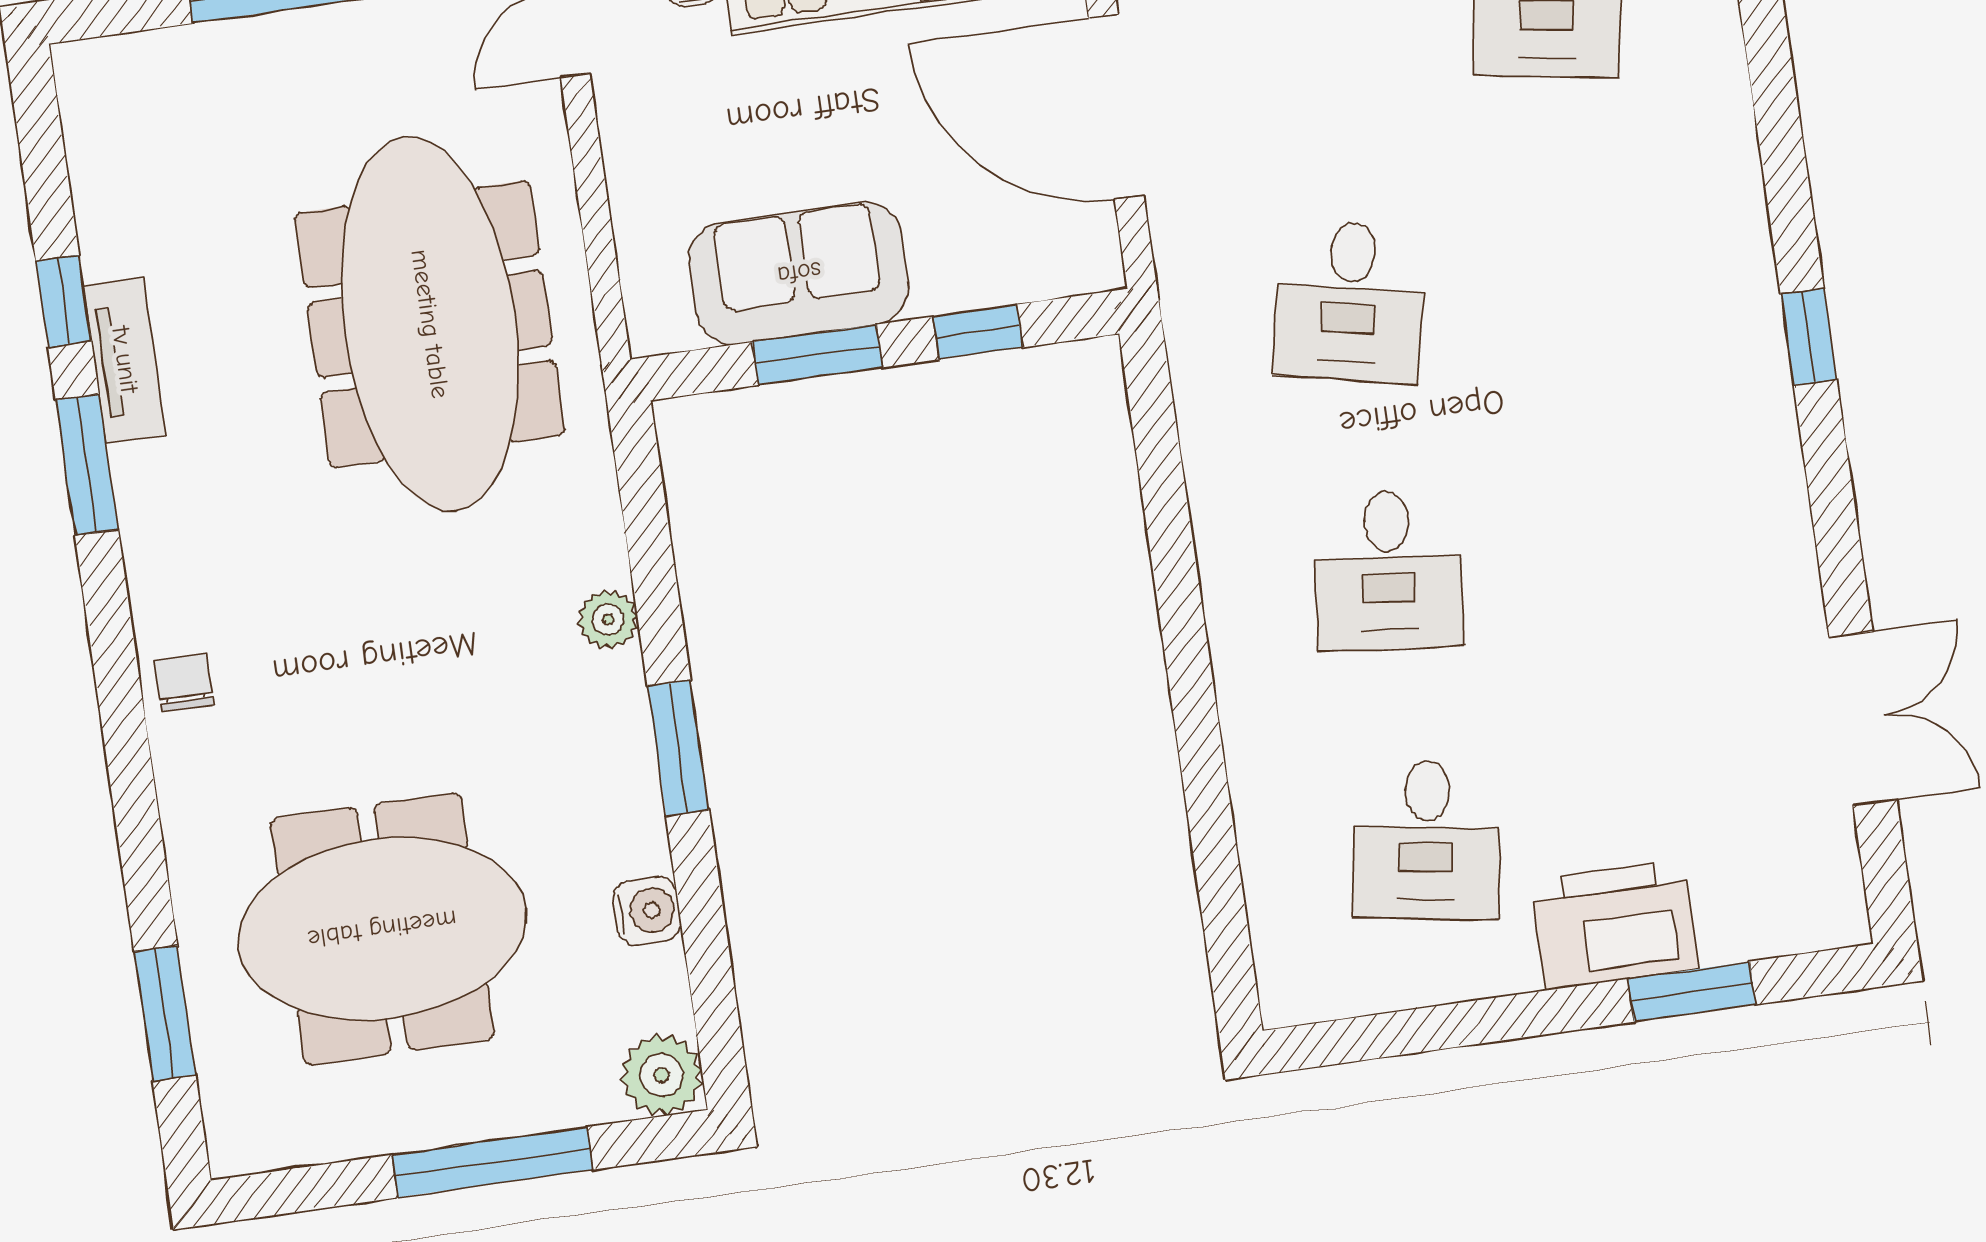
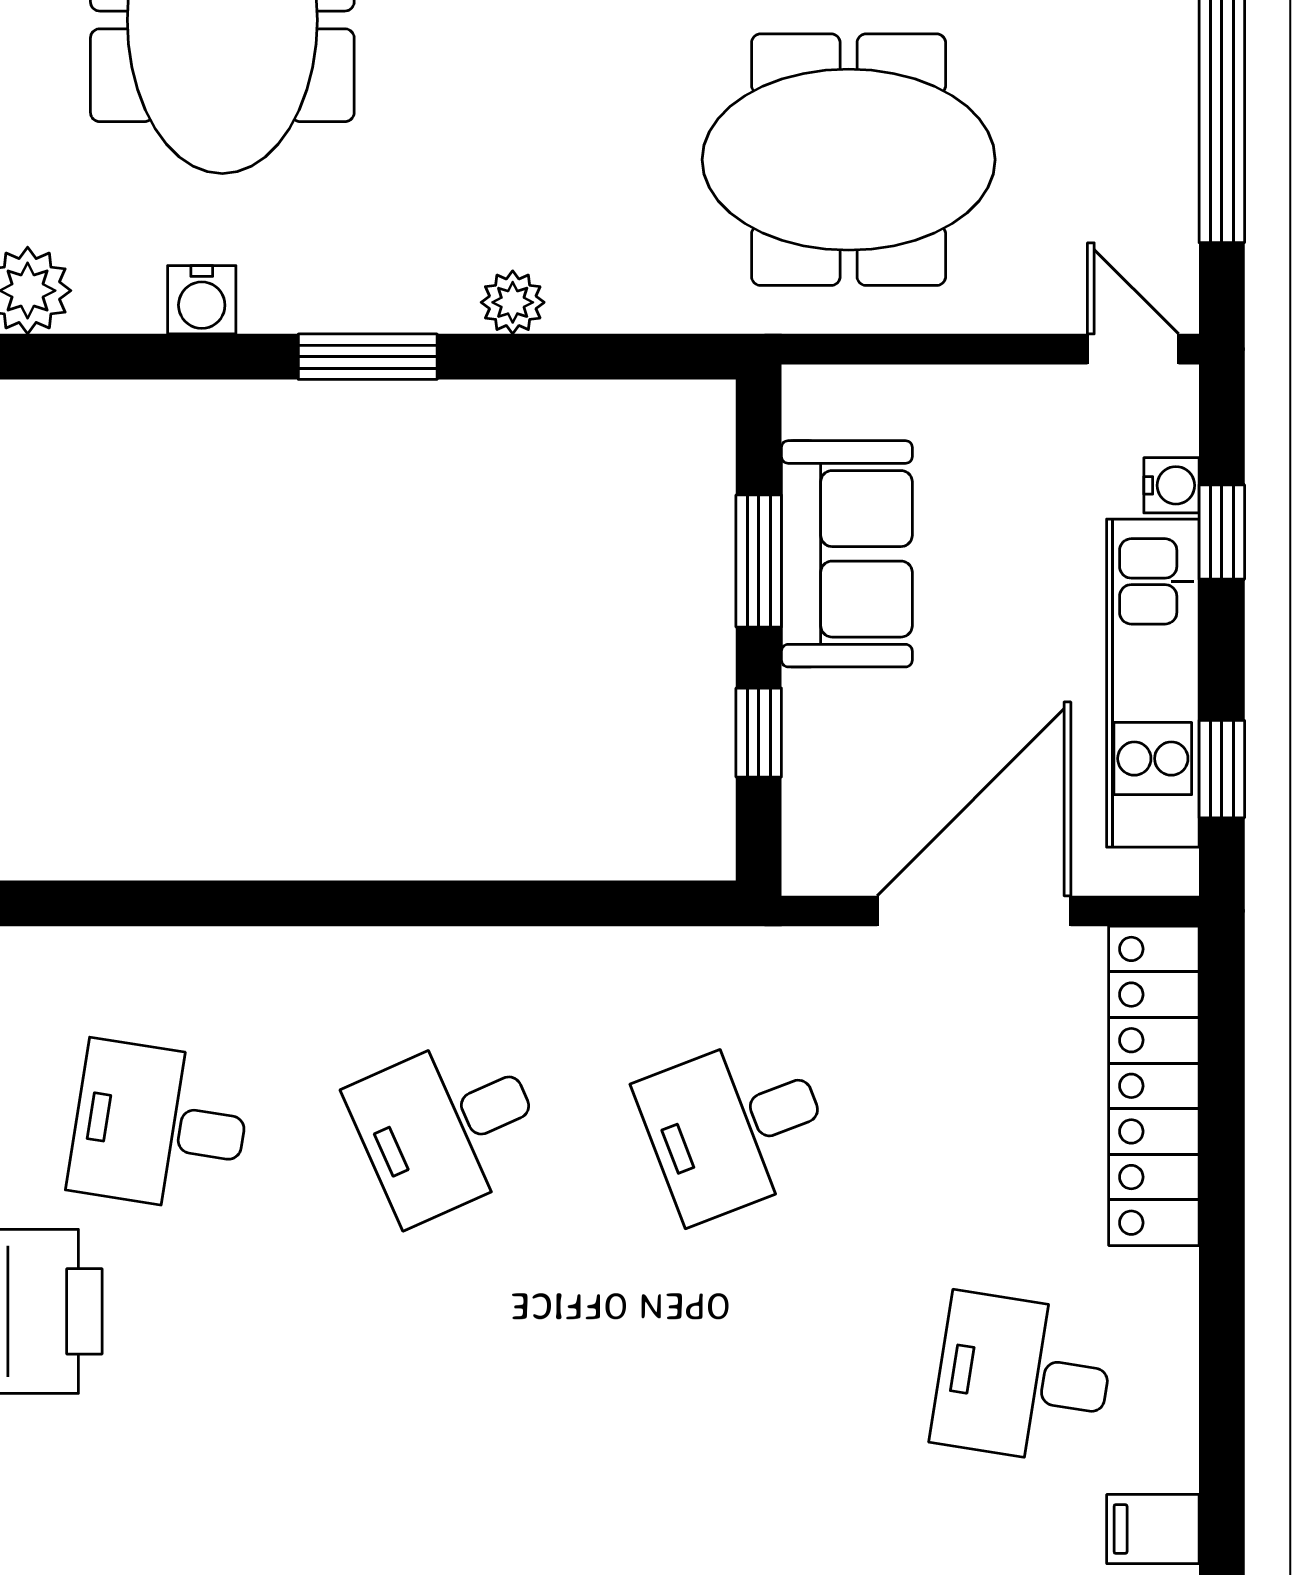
desk: (1350, 301) -> (736, 1127), turned -33
meeting table: (430, 324) -> (849, 160), width x0.73
desk: (1388, 570) -> (448, 1127), turned -30

